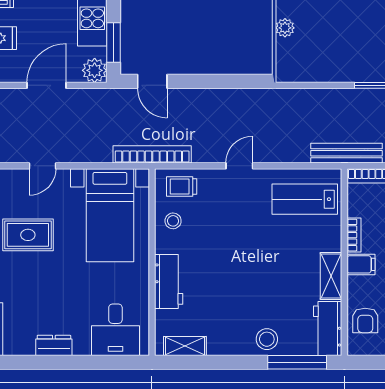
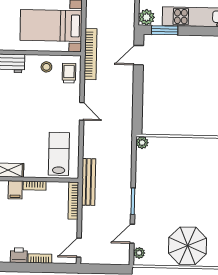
plant: (285, 28) -> (142, 143), moved

